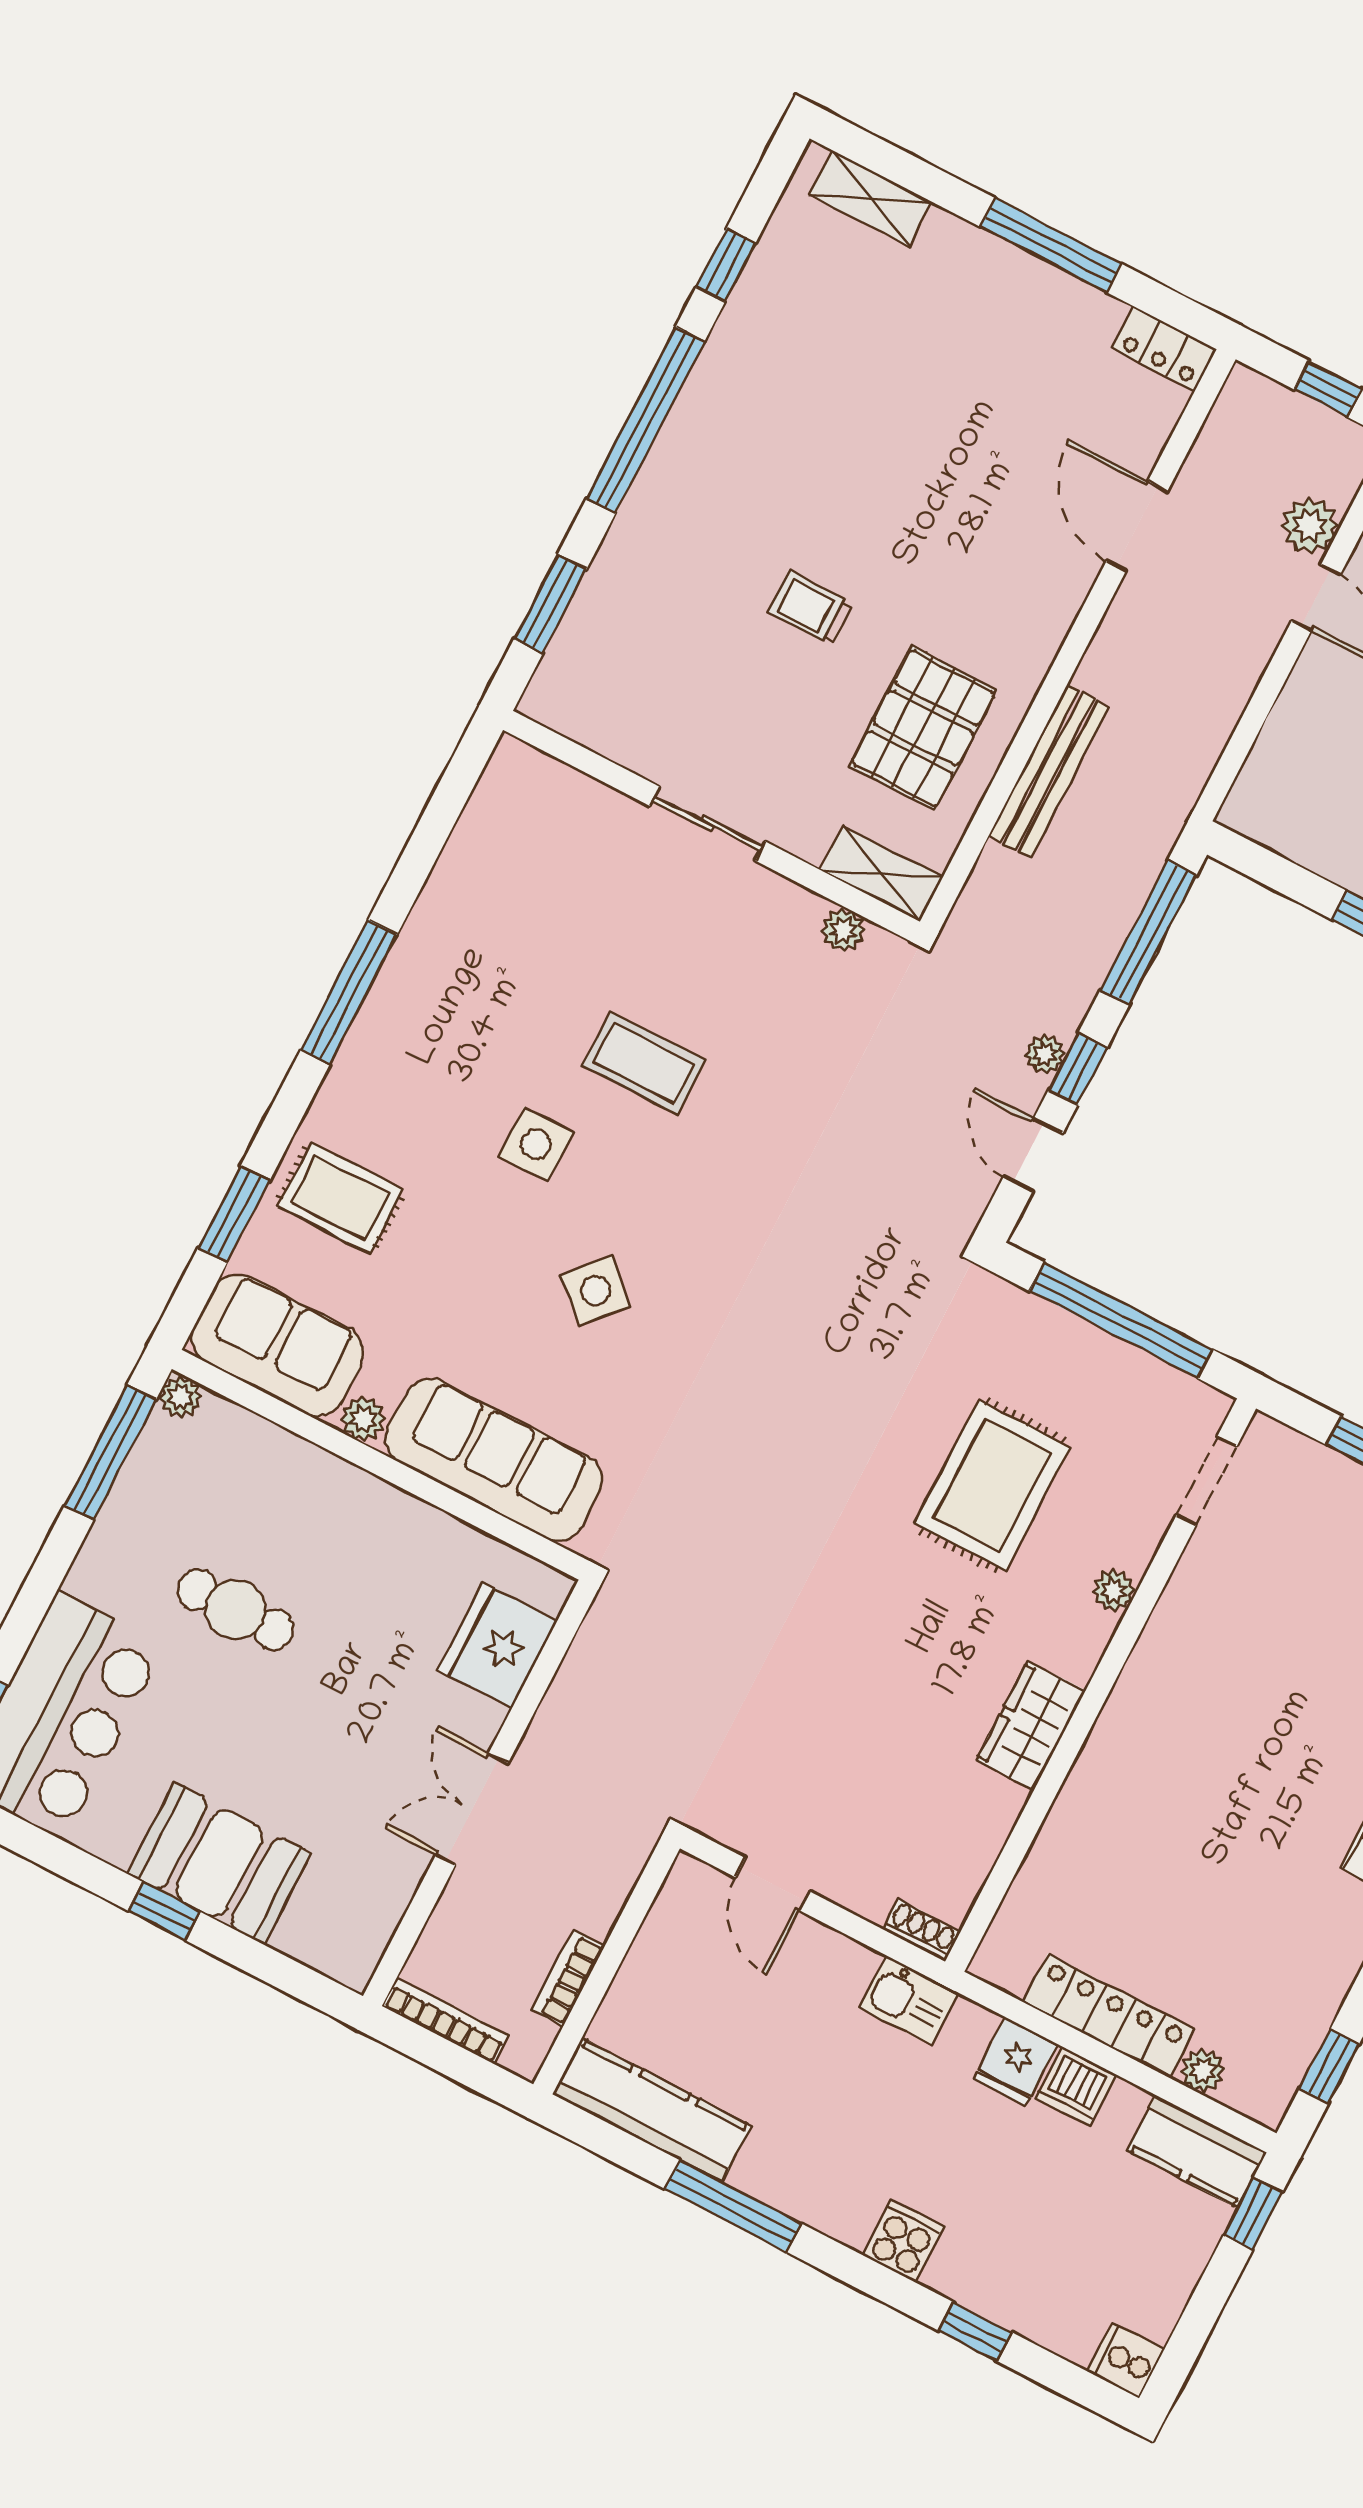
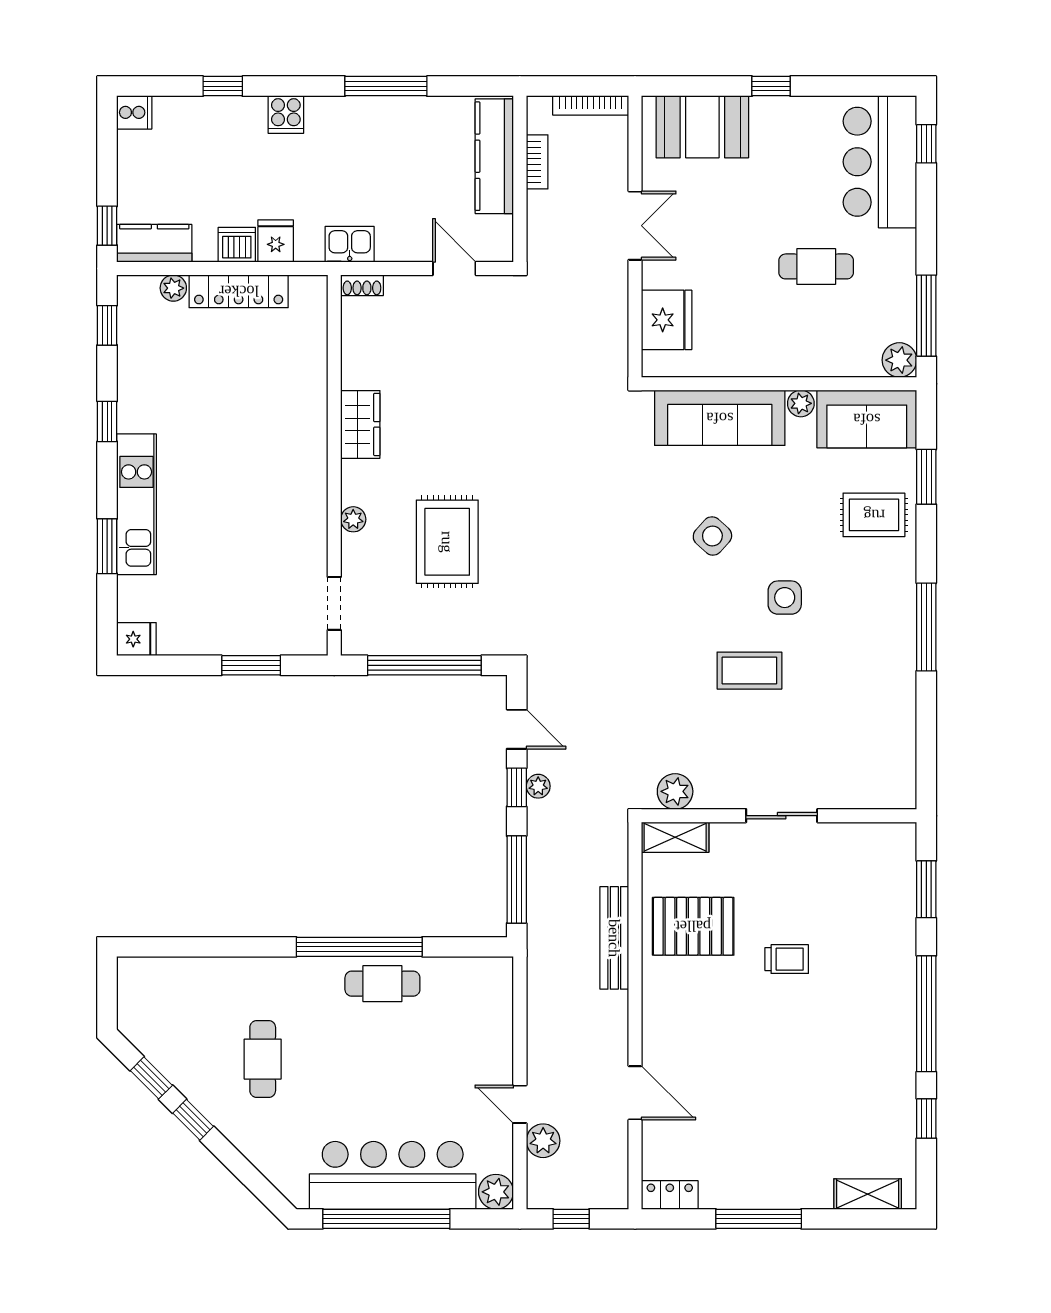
pallet: (923, 728) -> (693, 926), turned 90
plant: (843, 930) -> (675, 791), width x1.38, depth x1.38
plant: (181, 1397) -> (899, 360), width x1.38, depth x1.38
booth: (219, 1863) -> (702, 127), moved
kitchen counter: (652, 2110) -> (494, 156), moved, turned 90

